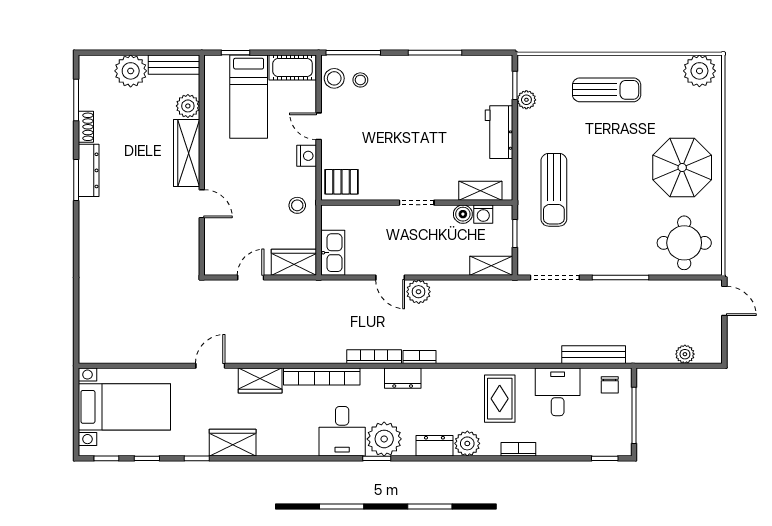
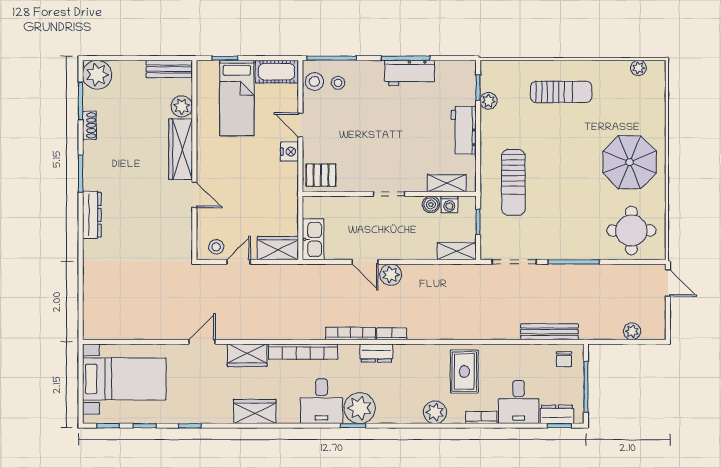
workbench: (439, 69) -> (410, 73), added
plant: (131, 71) -> (97, 75), moved
plant: (699, 71) -> (638, 68), width x0.53, depth x0.53
dresser: (89, 170) -> (92, 215), moved
stool: (297, 205) -> (216, 247), moved
desk: (558, 392) -> (519, 402), moved, turned 180
wardrobe: (233, 443) -> (255, 411), moved
dresser: (434, 446) -> (557, 414), moved

